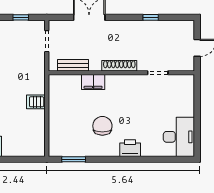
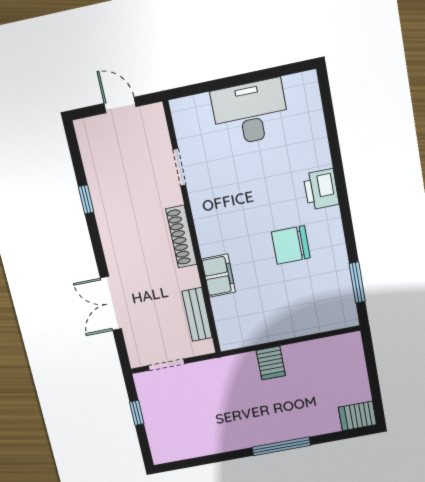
desk: (179, 137) -> (250, 113), moved

